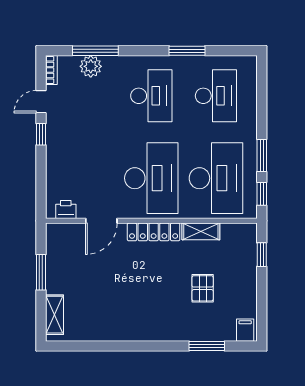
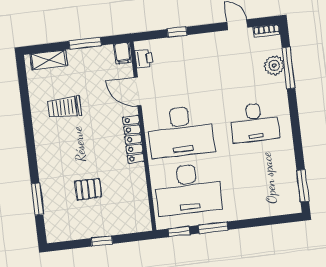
window: (187, 51) -> (303, 186), moved
desk: (216, 96) -> (261, 180), removed
window: (41, 134) -> (177, 32), moved
shelving: (201, 231) -> (139, 181), removed
window: (262, 255) -> (102, 241), moved
trolley: (109, 303) -> (65, 107), added
filing cabinet: (245, 330) -> (122, 53), moved, turned 90

